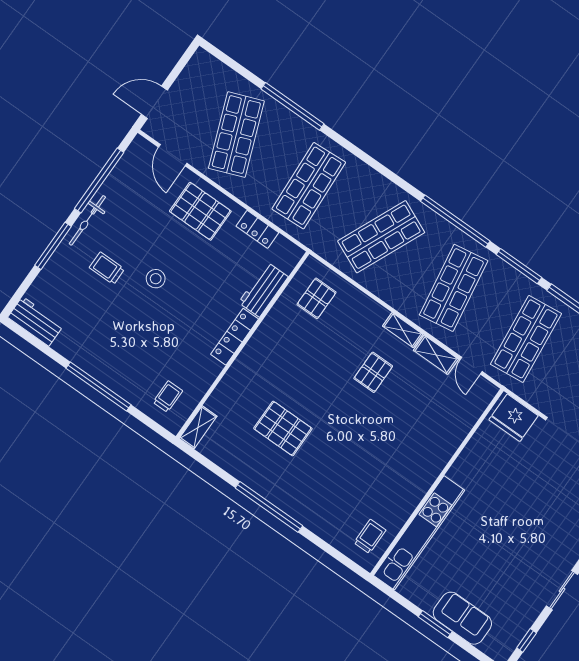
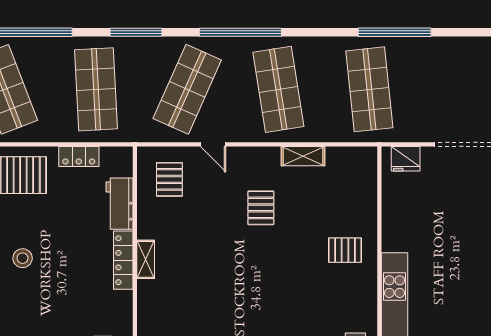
window: (519, 266) -> (136, 32), moved
shelving: (403, 330) -> (146, 259), moved, turned 90
door: (471, 366) -> (213, 144), moved
fridge: (514, 418) -> (406, 159), width x0.73, depth x0.75
pallet: (283, 428) -> (345, 250), moved, width x0.67, depth x0.71

